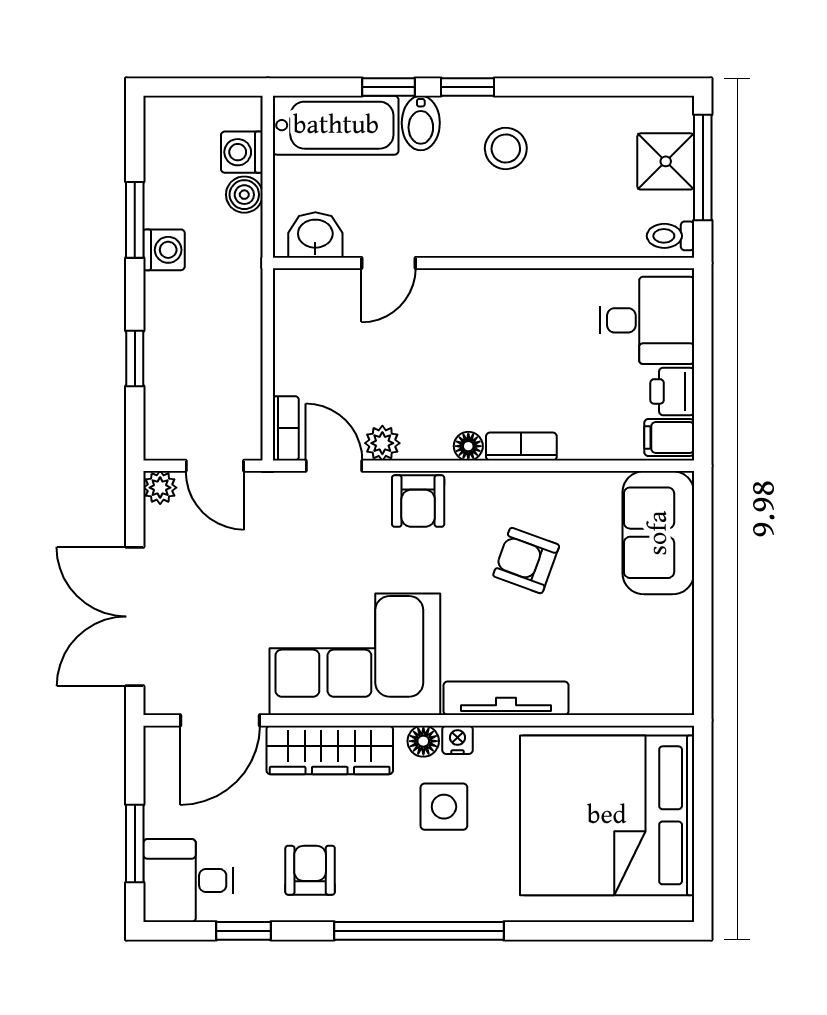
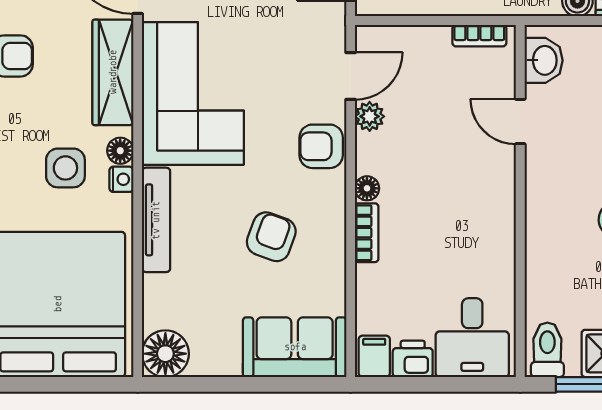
toilet: (670, 236) -> (547, 350), width x1.37, depth x1.39
bookcase: (286, 428) -> (479, 36), moved
floor lamp: (666, 687) -> (165, 354), added

